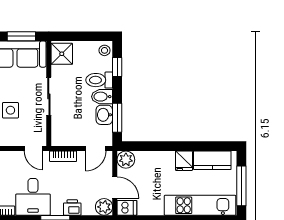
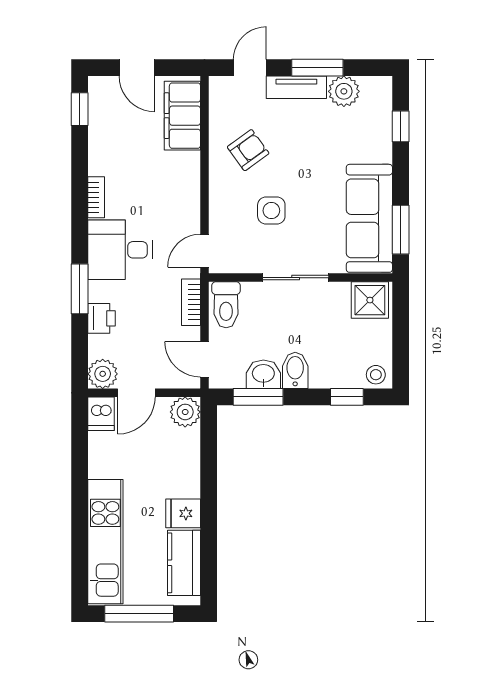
toilet: (99, 80) -> (226, 305), moved, turned 180

